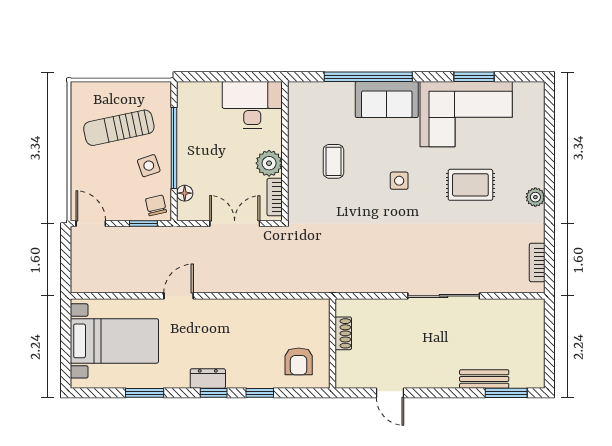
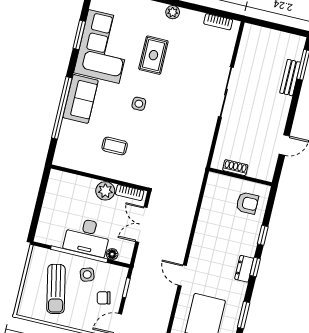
desk: (252, 105) -> (87, 237), moved, turned -90
chair: (156, 205) -> (104, 298), moved

